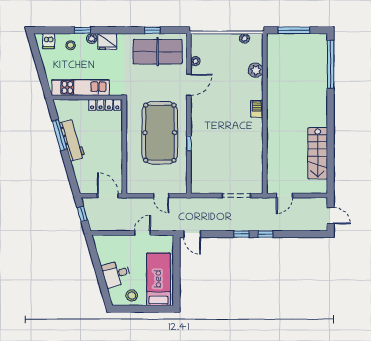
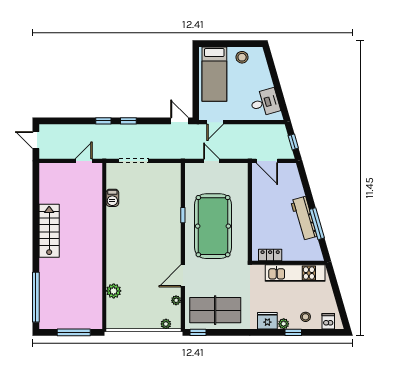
window: (152, 30) -> (198, 332), moved
plant: (245, 38) -> (166, 324), moved
locker: (105, 105) -> (270, 255), width x0.66
barbecue: (257, 109) -> (112, 198), moved
stairs: (318, 153) -> (49, 231), moved
door: (143, 233) -> (215, 122), moved
desk: (116, 274) -> (265, 103), moved

